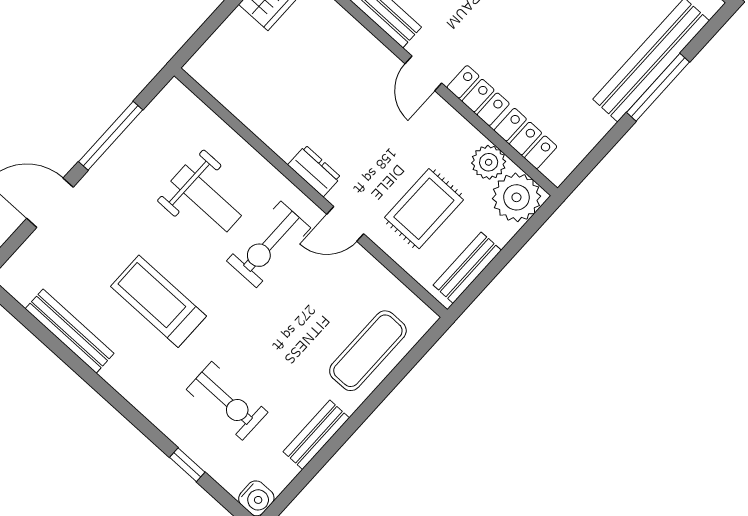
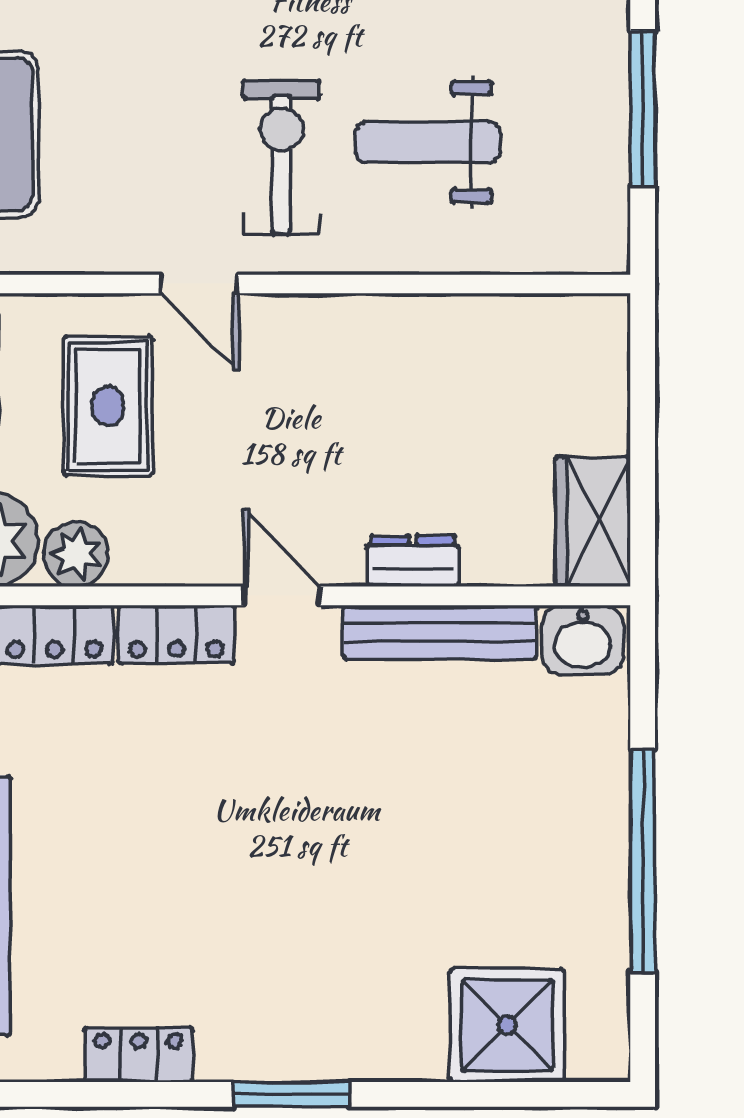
dresser: (314, 171) -> (413, 561), moved, turned 180
door: (345, 224) -> (199, 284), swing flipped

